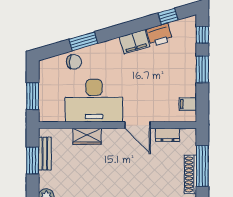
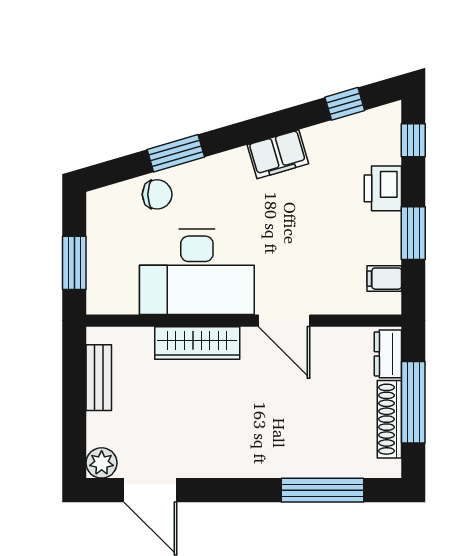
printer: (159, 35) -> (383, 188), moved, turned 106
window: (202, 69) -> (413, 233), moved
dresser: (167, 135) -> (388, 354), moved, turned 90
wardrobe: (87, 136) -> (197, 343), width x1.50
window: (33, 160) -> (74, 391), removed

